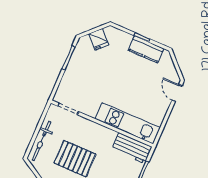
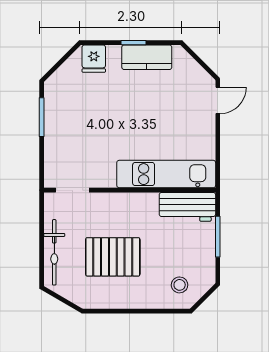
fridge: (99, 39) -> (94, 59), moved, turned 45
door: (177, 93) -> (218, 100), swing flipped

